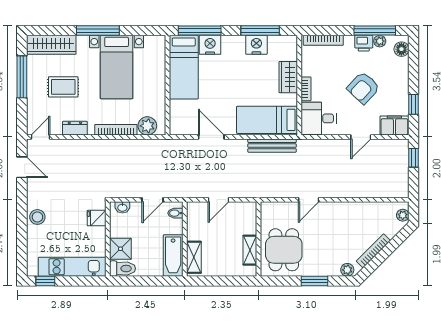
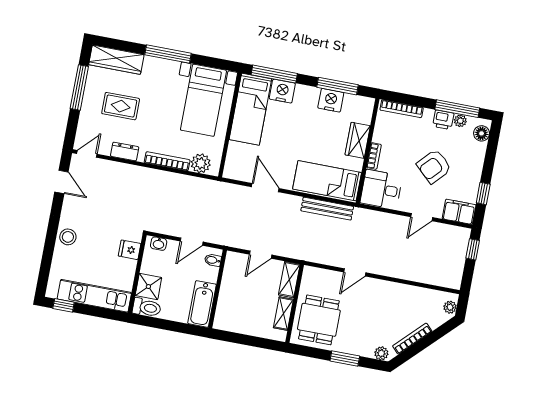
bed with nightstands: (117, 67) -> (203, 100), moved
shelving: (194, 257) -> (289, 280), moved

